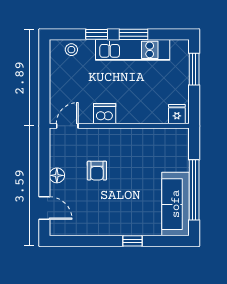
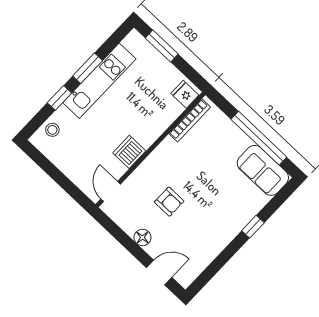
bookcase: (163, 134) -> (190, 120), added
sofa: (176, 204) -> (263, 170), width x0.73

